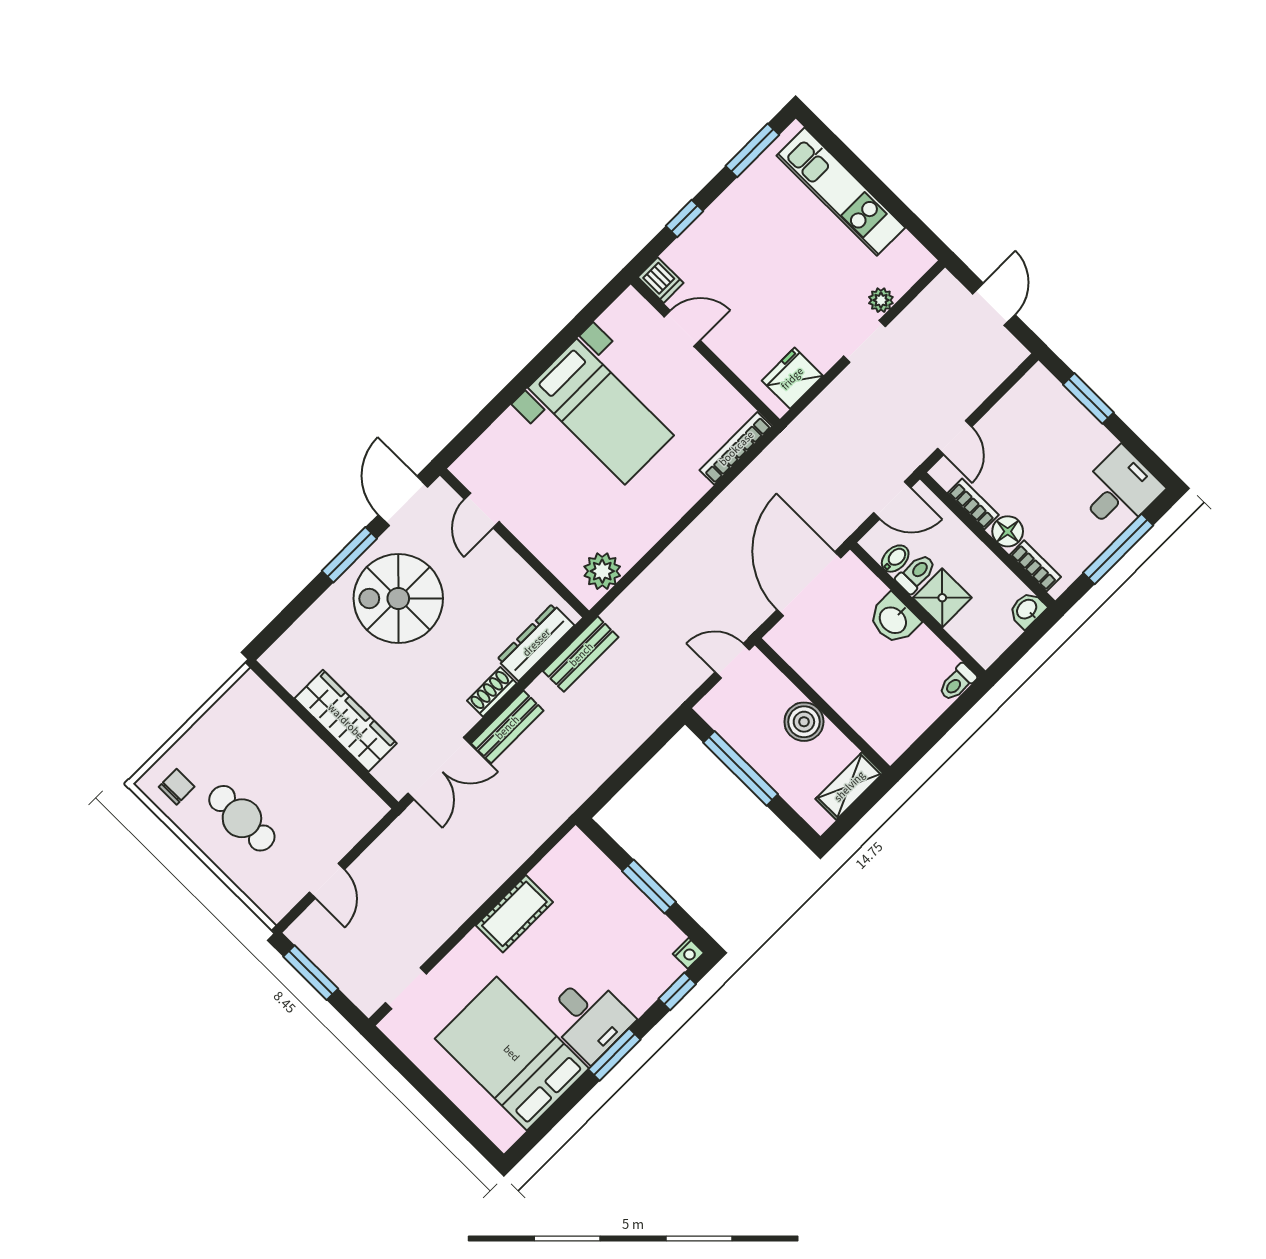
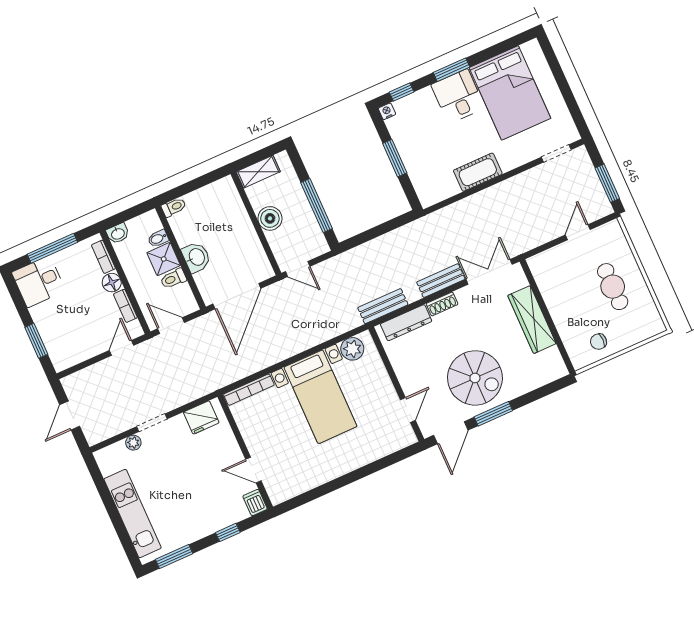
bed with nightstands: (601, 412) -> (320, 397), moved, turned 180
bidet: (895, 559) -> (158, 238), moved
chair: (177, 787) -> (599, 342), moved

